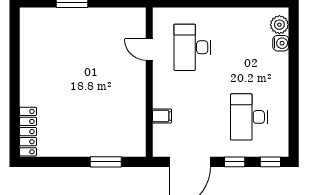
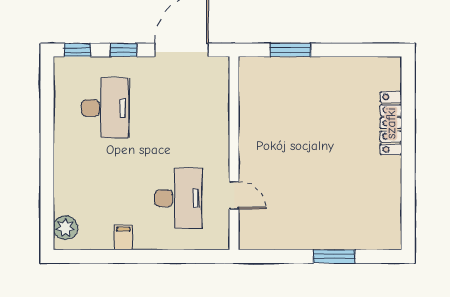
water cooler: (281, 43) -> (64, 204), removed
filing cabinet: (162, 116) -> (123, 238), moved, turned 90
locker: (28, 132) -> (391, 123), moved

